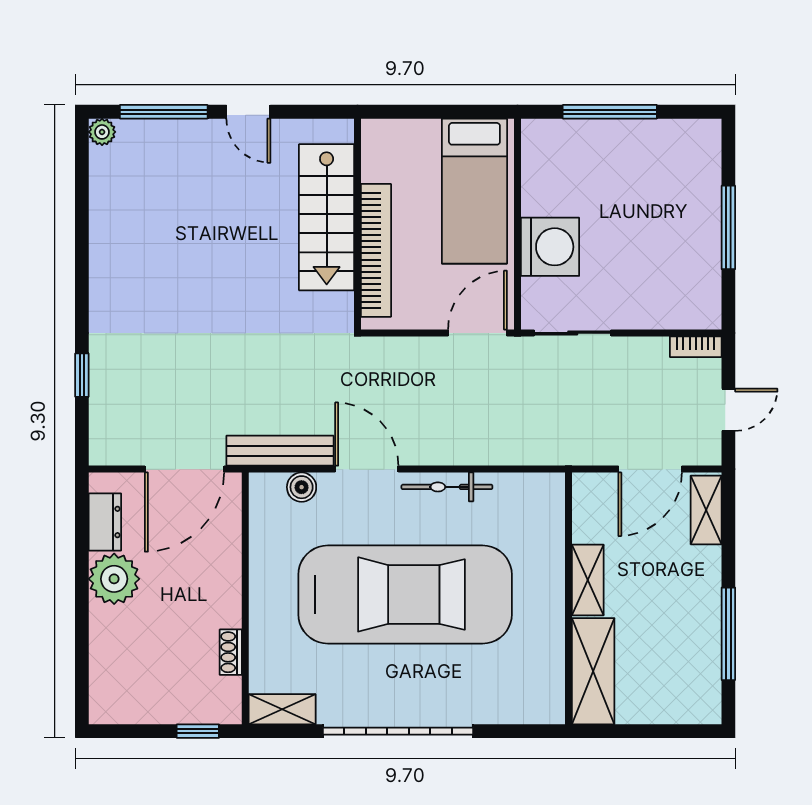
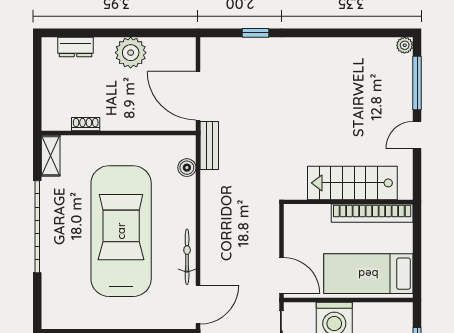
bookcase: (376, 250) -> (372, 213), moved
bench: (280, 451) -> (209, 146), width x0.73
door: (367, 469) -> (198, 305), moved
dresser: (105, 522) -> (76, 47), moved
car: (405, 594) -> (121, 231), turned 180
window: (198, 731) -> (37, 104), removed

